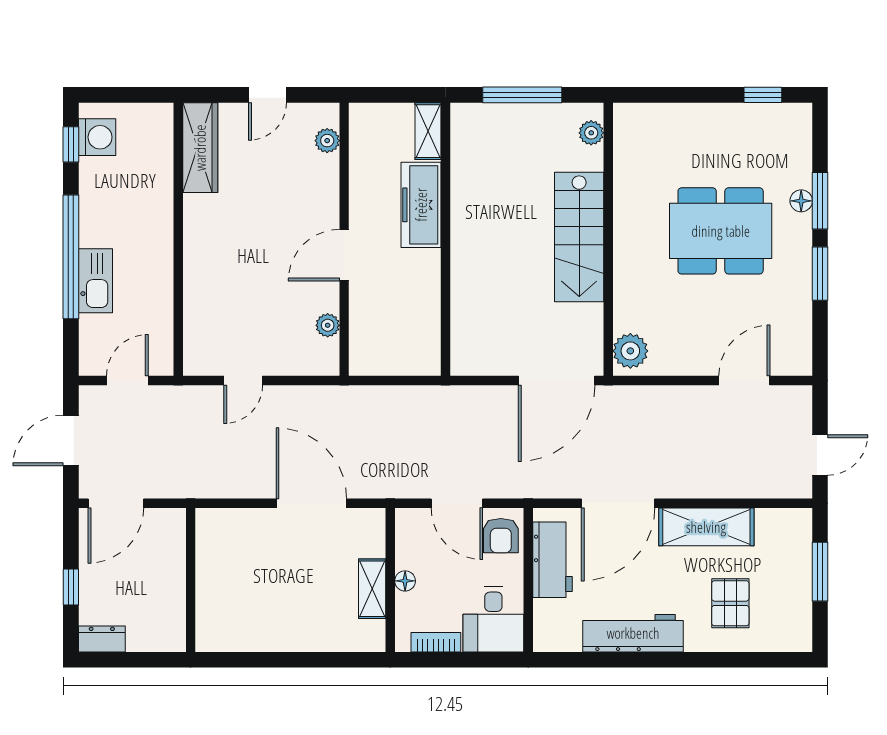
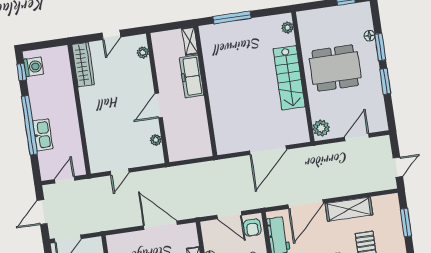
plant: (591, 133) -> (288, 28), moved
floor lamp: (801, 201) -> (370, 36), moved
stairs: (579, 237) -> (289, 78), moved
wall: (608, 239) -> (303, 77), moved
plant: (630, 351) -> (321, 128), moved

